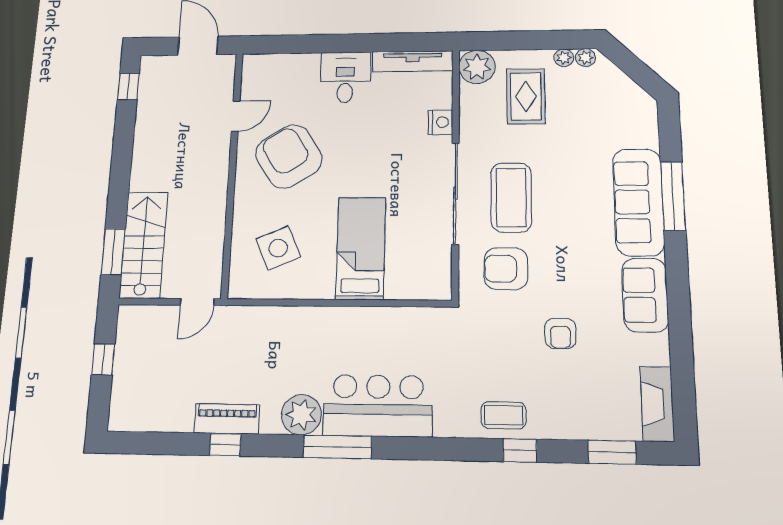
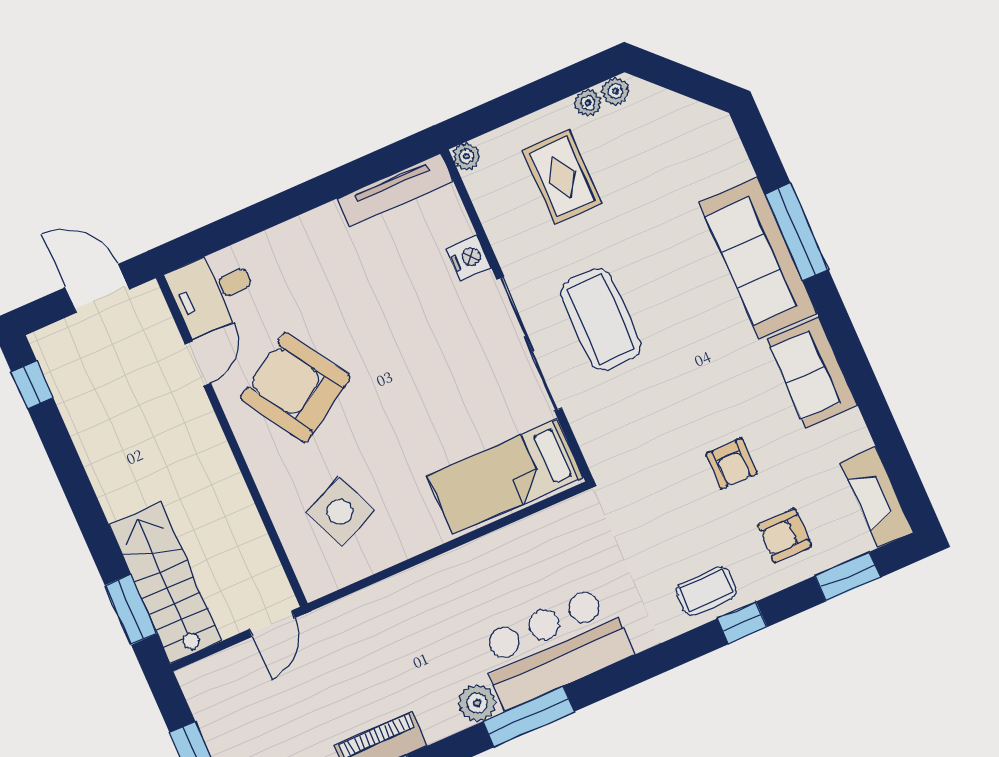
plant: (477, 67) -> (466, 156), width x0.53, depth x0.53
desk: (345, 77) -> (213, 292), moved, turned -90
bed: (361, 248) -> (505, 476), moved, turned -90
armchair: (506, 269) -> (784, 535), moved, width x0.72, depth x0.72
plant: (301, 415) -> (477, 703), width x0.73, depth x0.73

